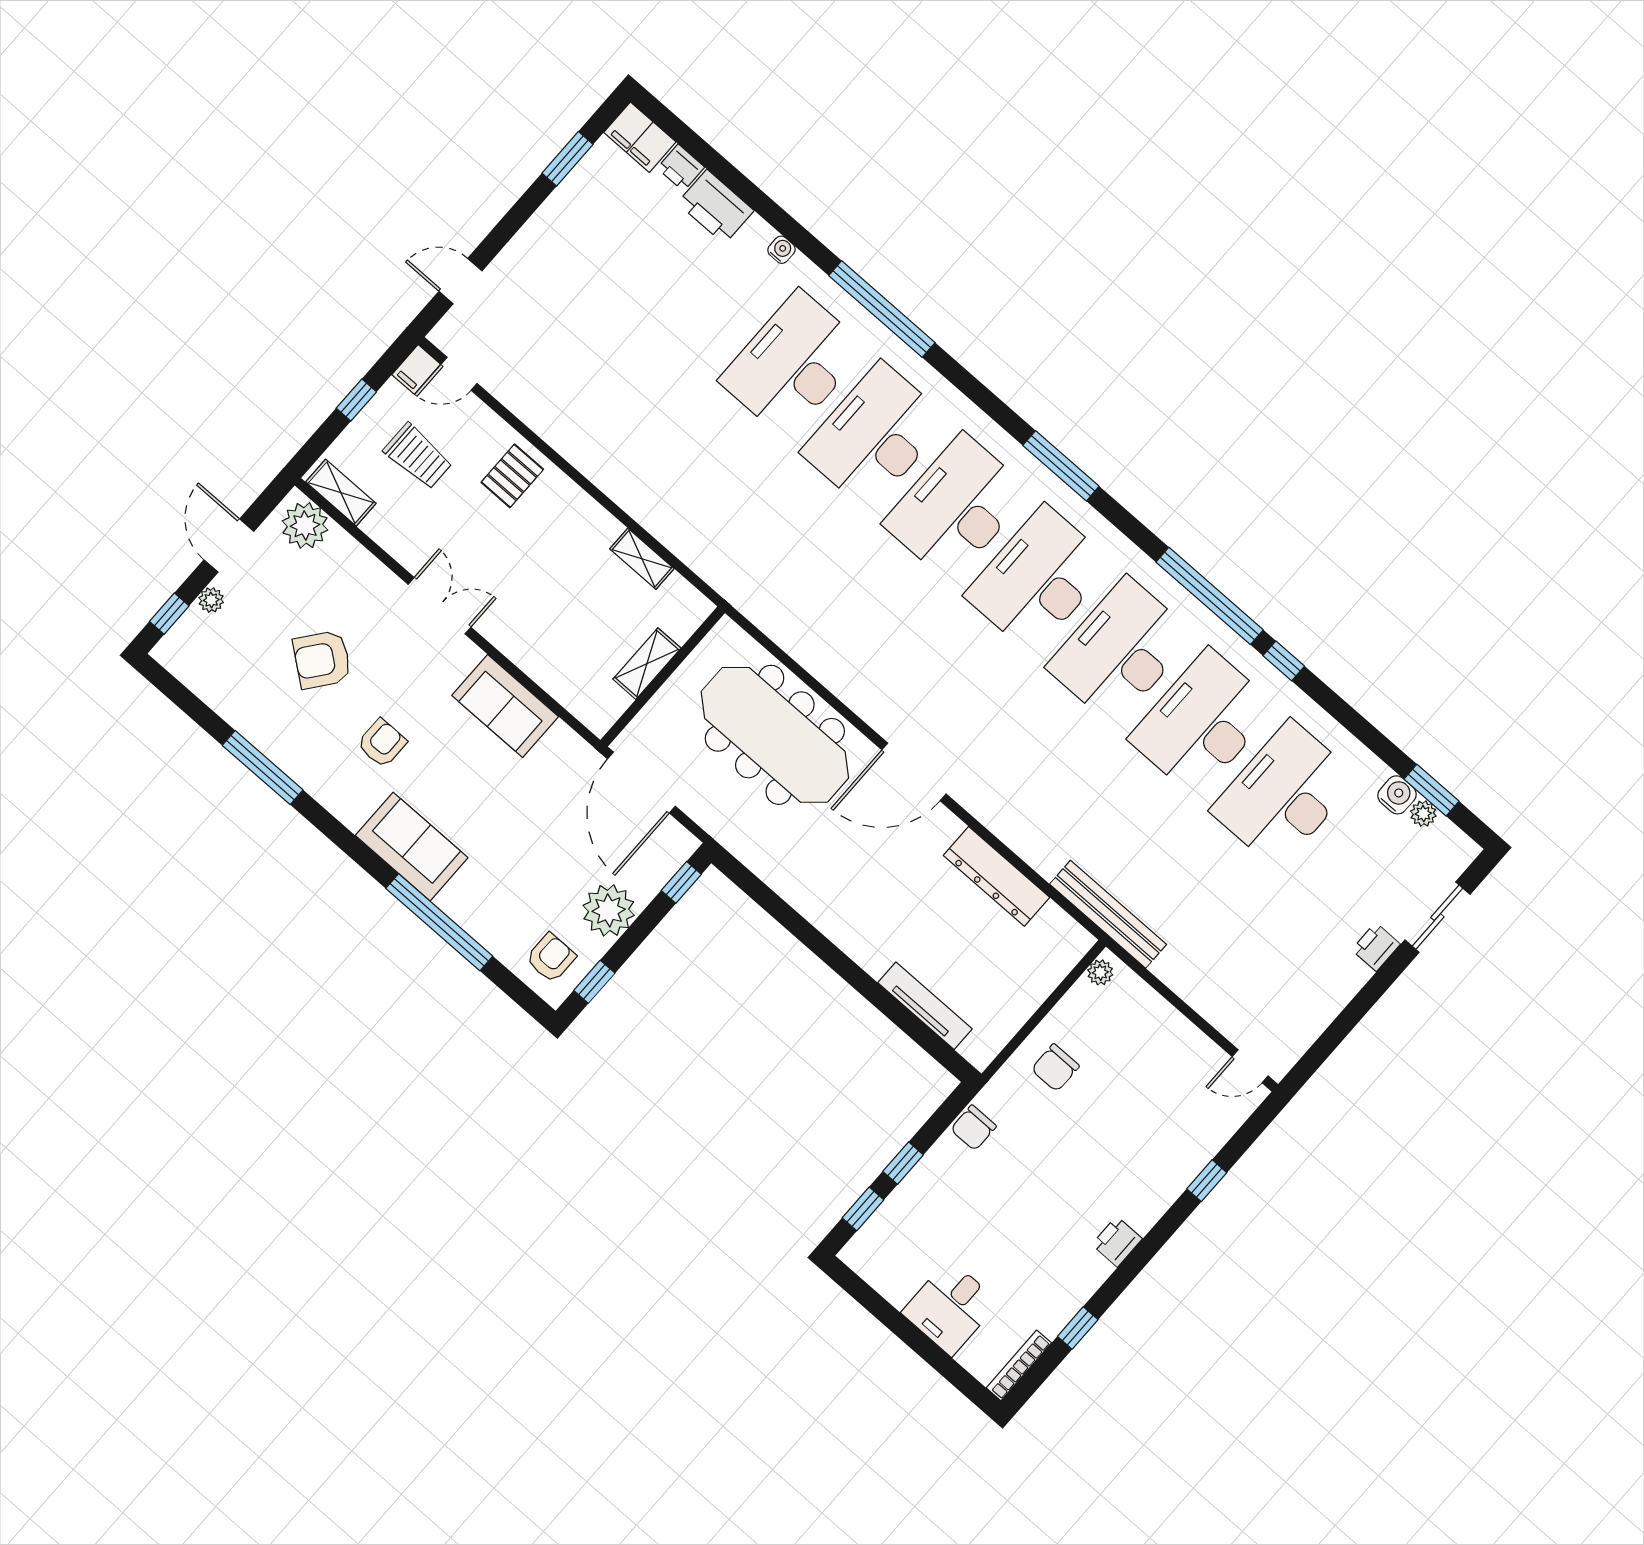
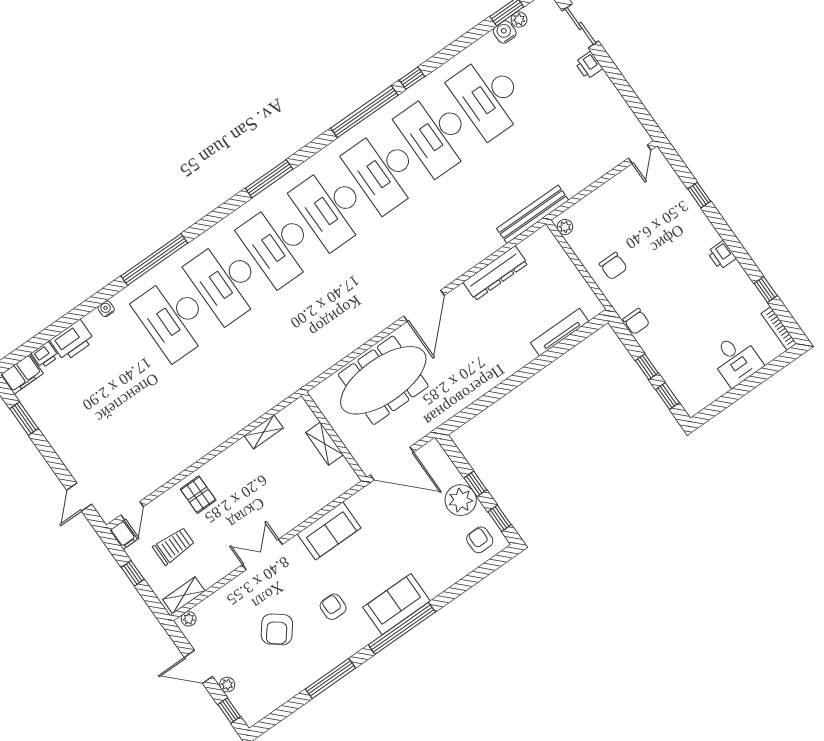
plant: (305, 525) -> (189, 619), width x0.53, depth x0.53
window: (681, 882) -> (475, 484), moved
window: (439, 922) -> (402, 628), moved

